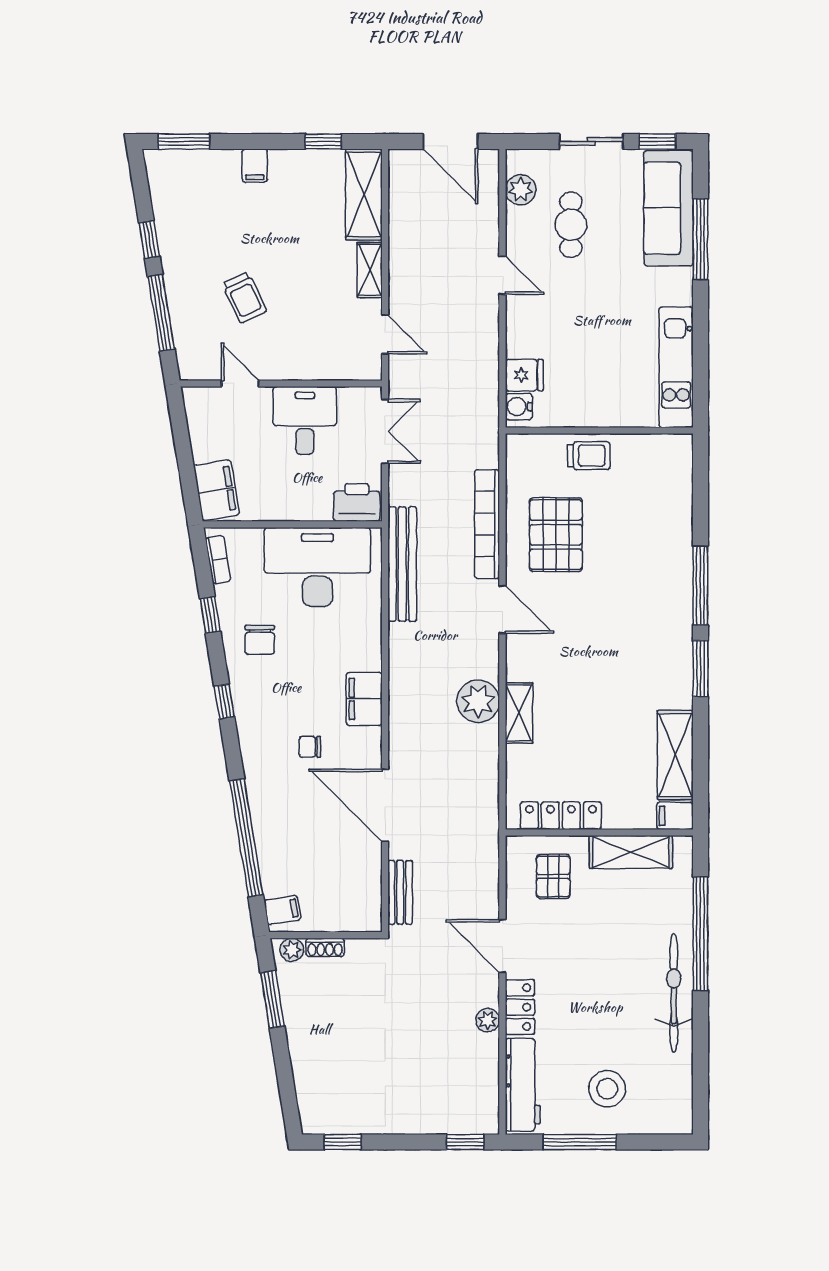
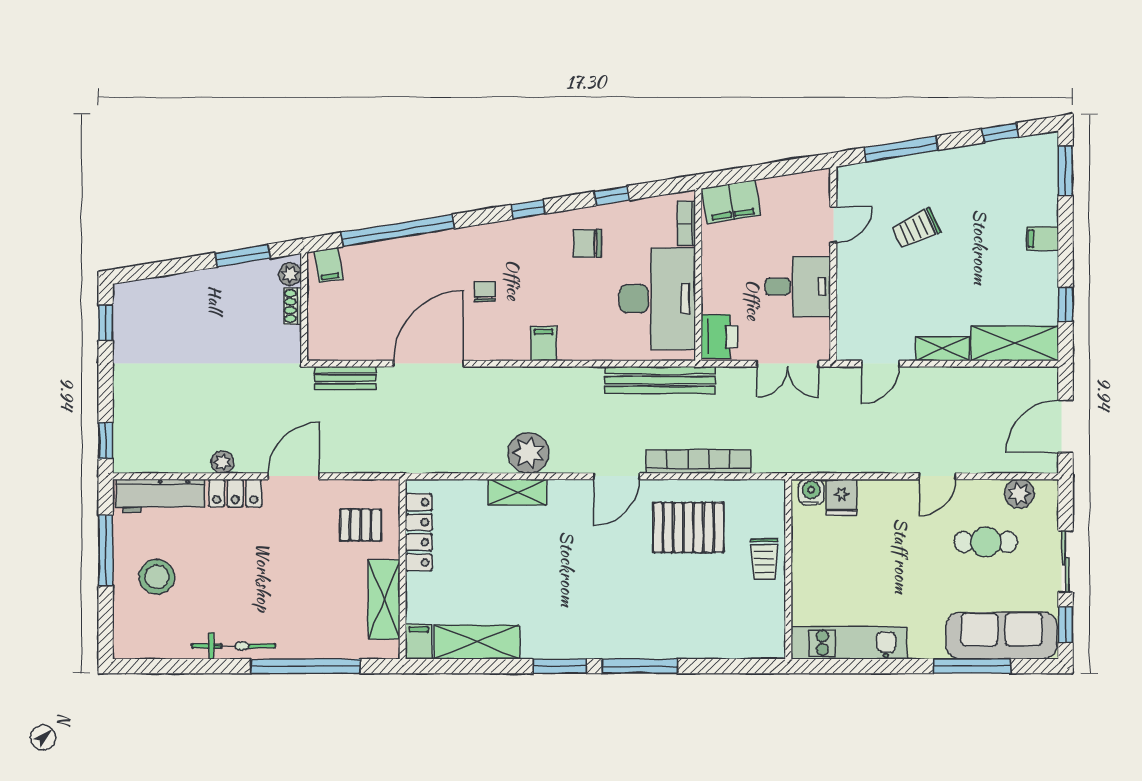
window: (149, 240) -> (1000, 133), moved
bookcase: (218, 560) -> (686, 223), moved, turned 99
filing cabinet: (364, 699) -> (544, 344), width x0.50
bicycle: (674, 993) -> (234, 646), width x0.73, depth x0.71

